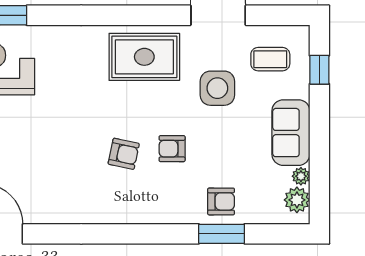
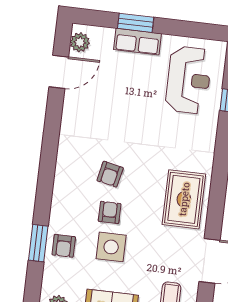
side table: (217, 88) -> (111, 247), moved

